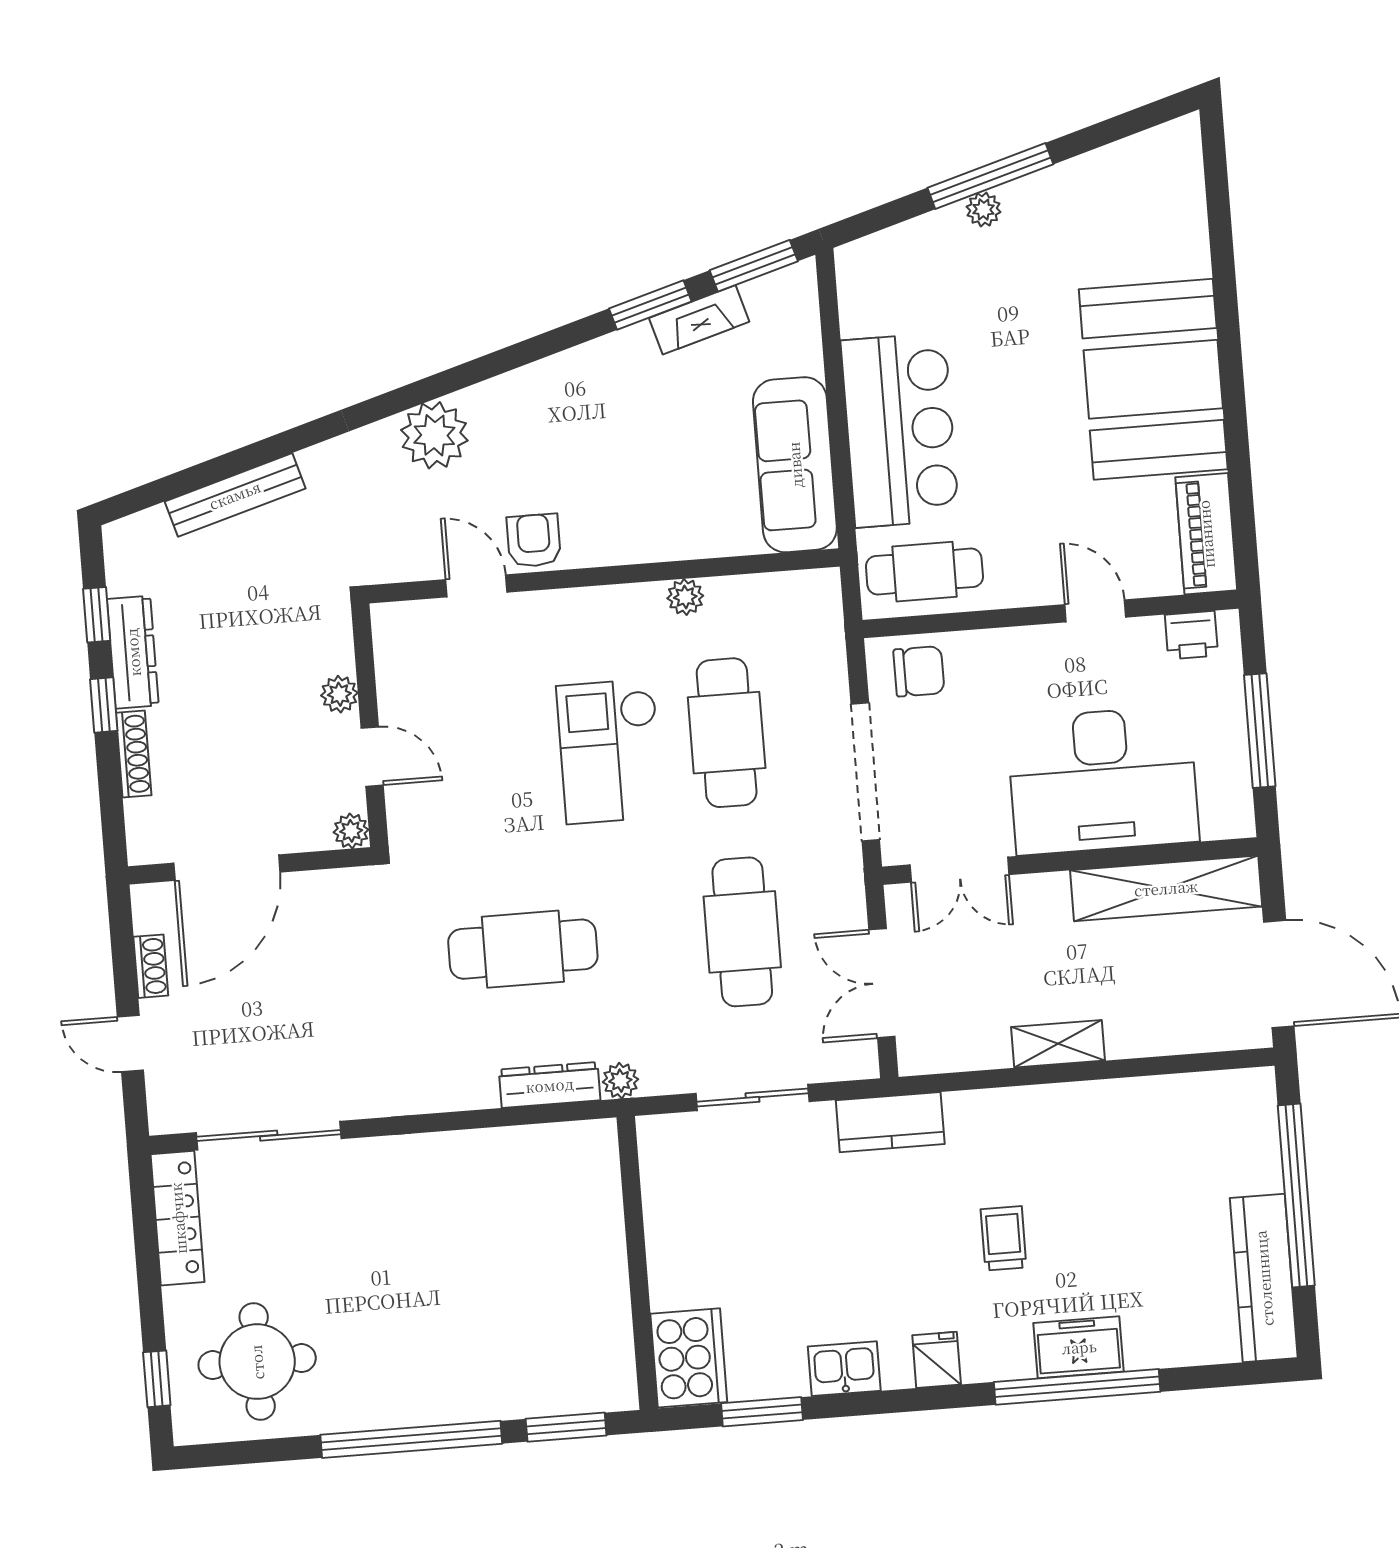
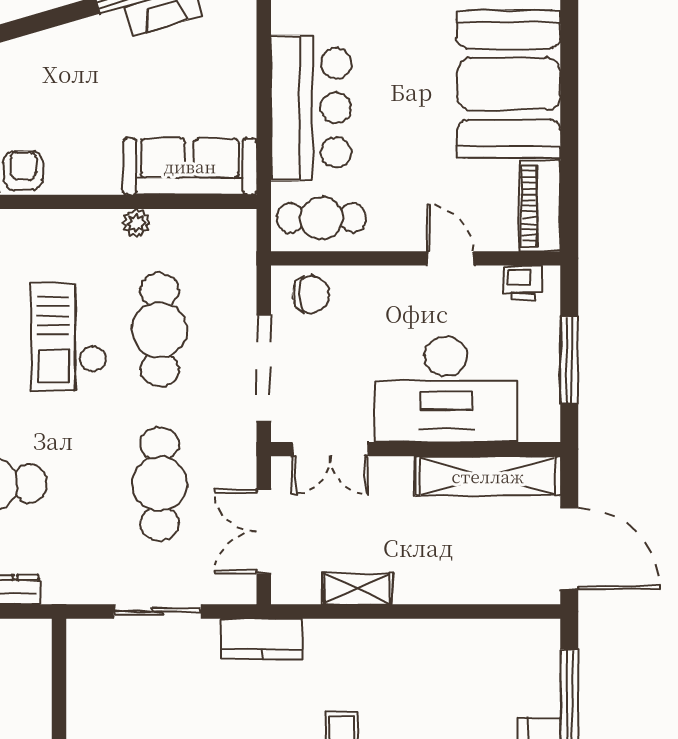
sofa: (795, 465) -> (190, 166), moved, turned 90
shelving: (1058, 1044) -> (357, 589), moved
plant: (620, 1081) -> (57, 591), removed

